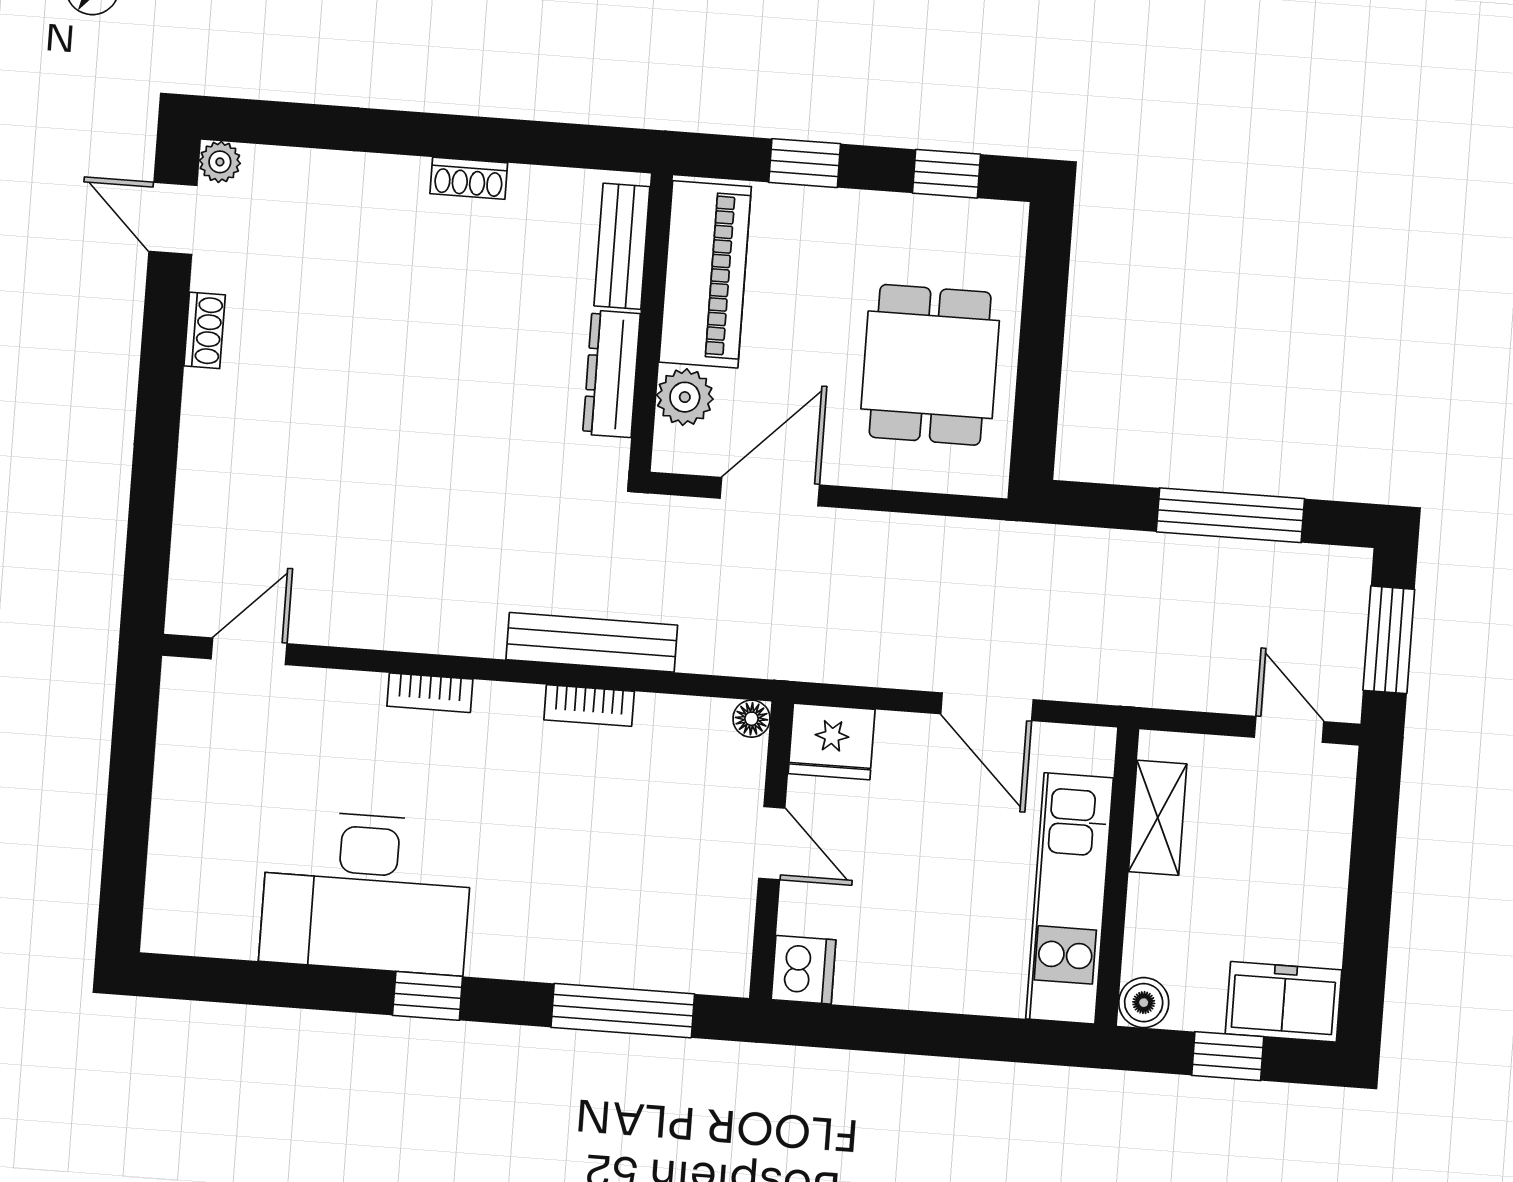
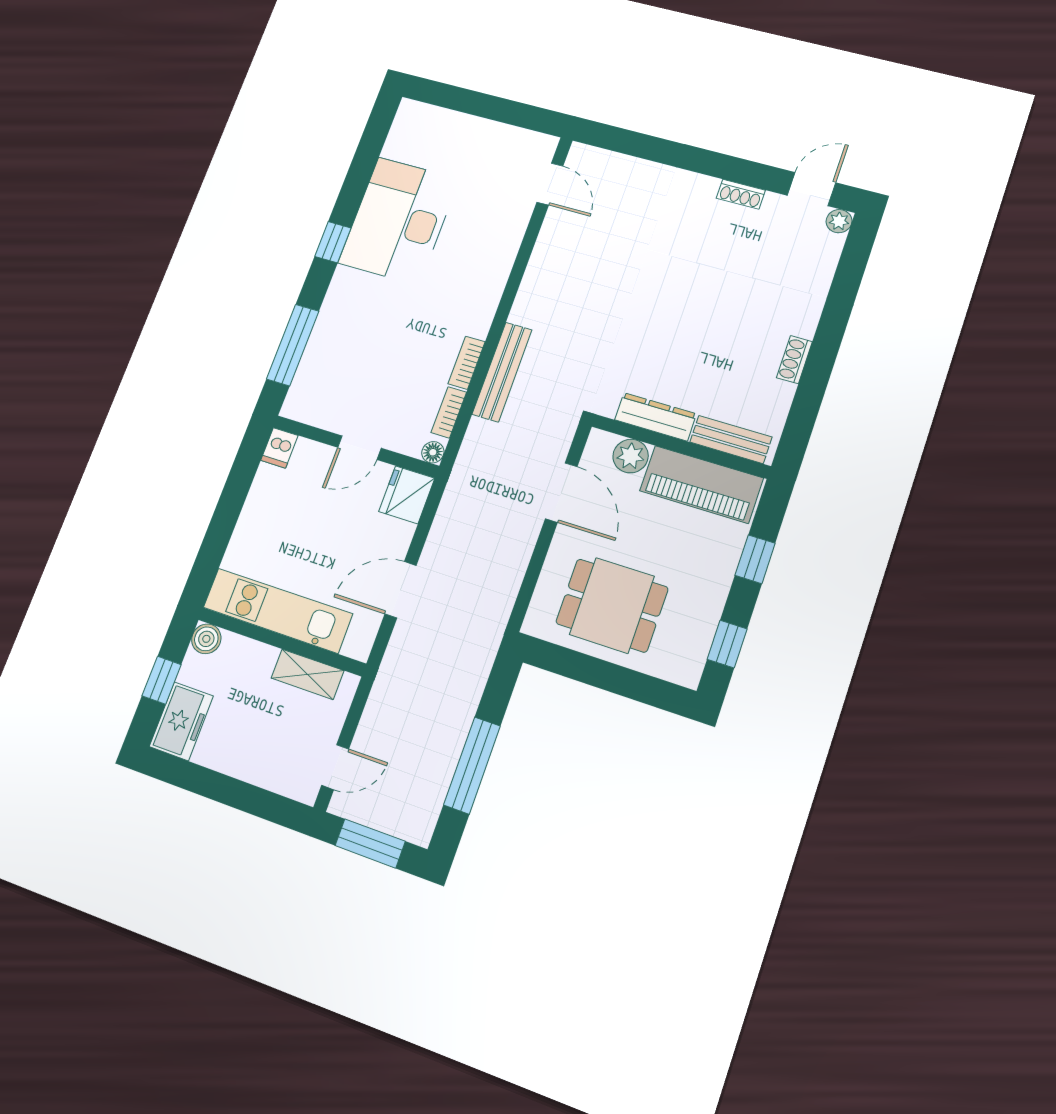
bookcase: (430, 693) -> (449, 412), moved
dishwasher: (803, 970) -> (279, 448), width x0.73

